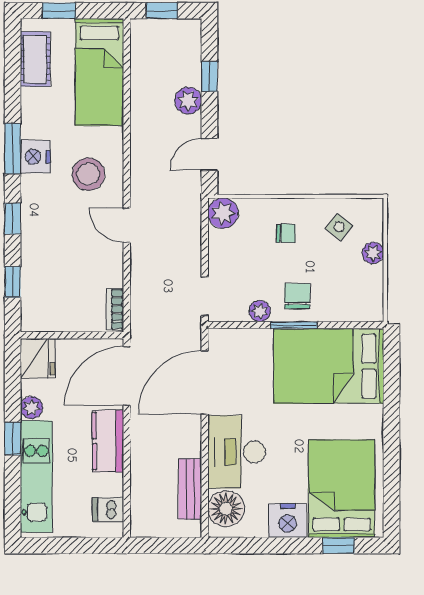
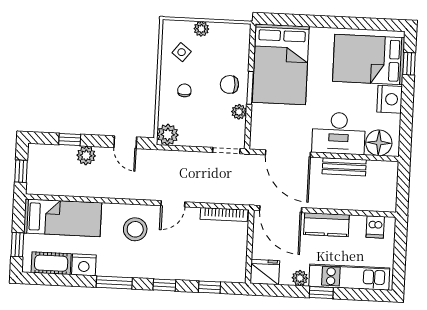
nightstand: (35, 157) -> (84, 265), moved
bookcase: (115, 309) -> (224, 215), width x1.56
bench: (190, 489) -> (344, 167), moved

